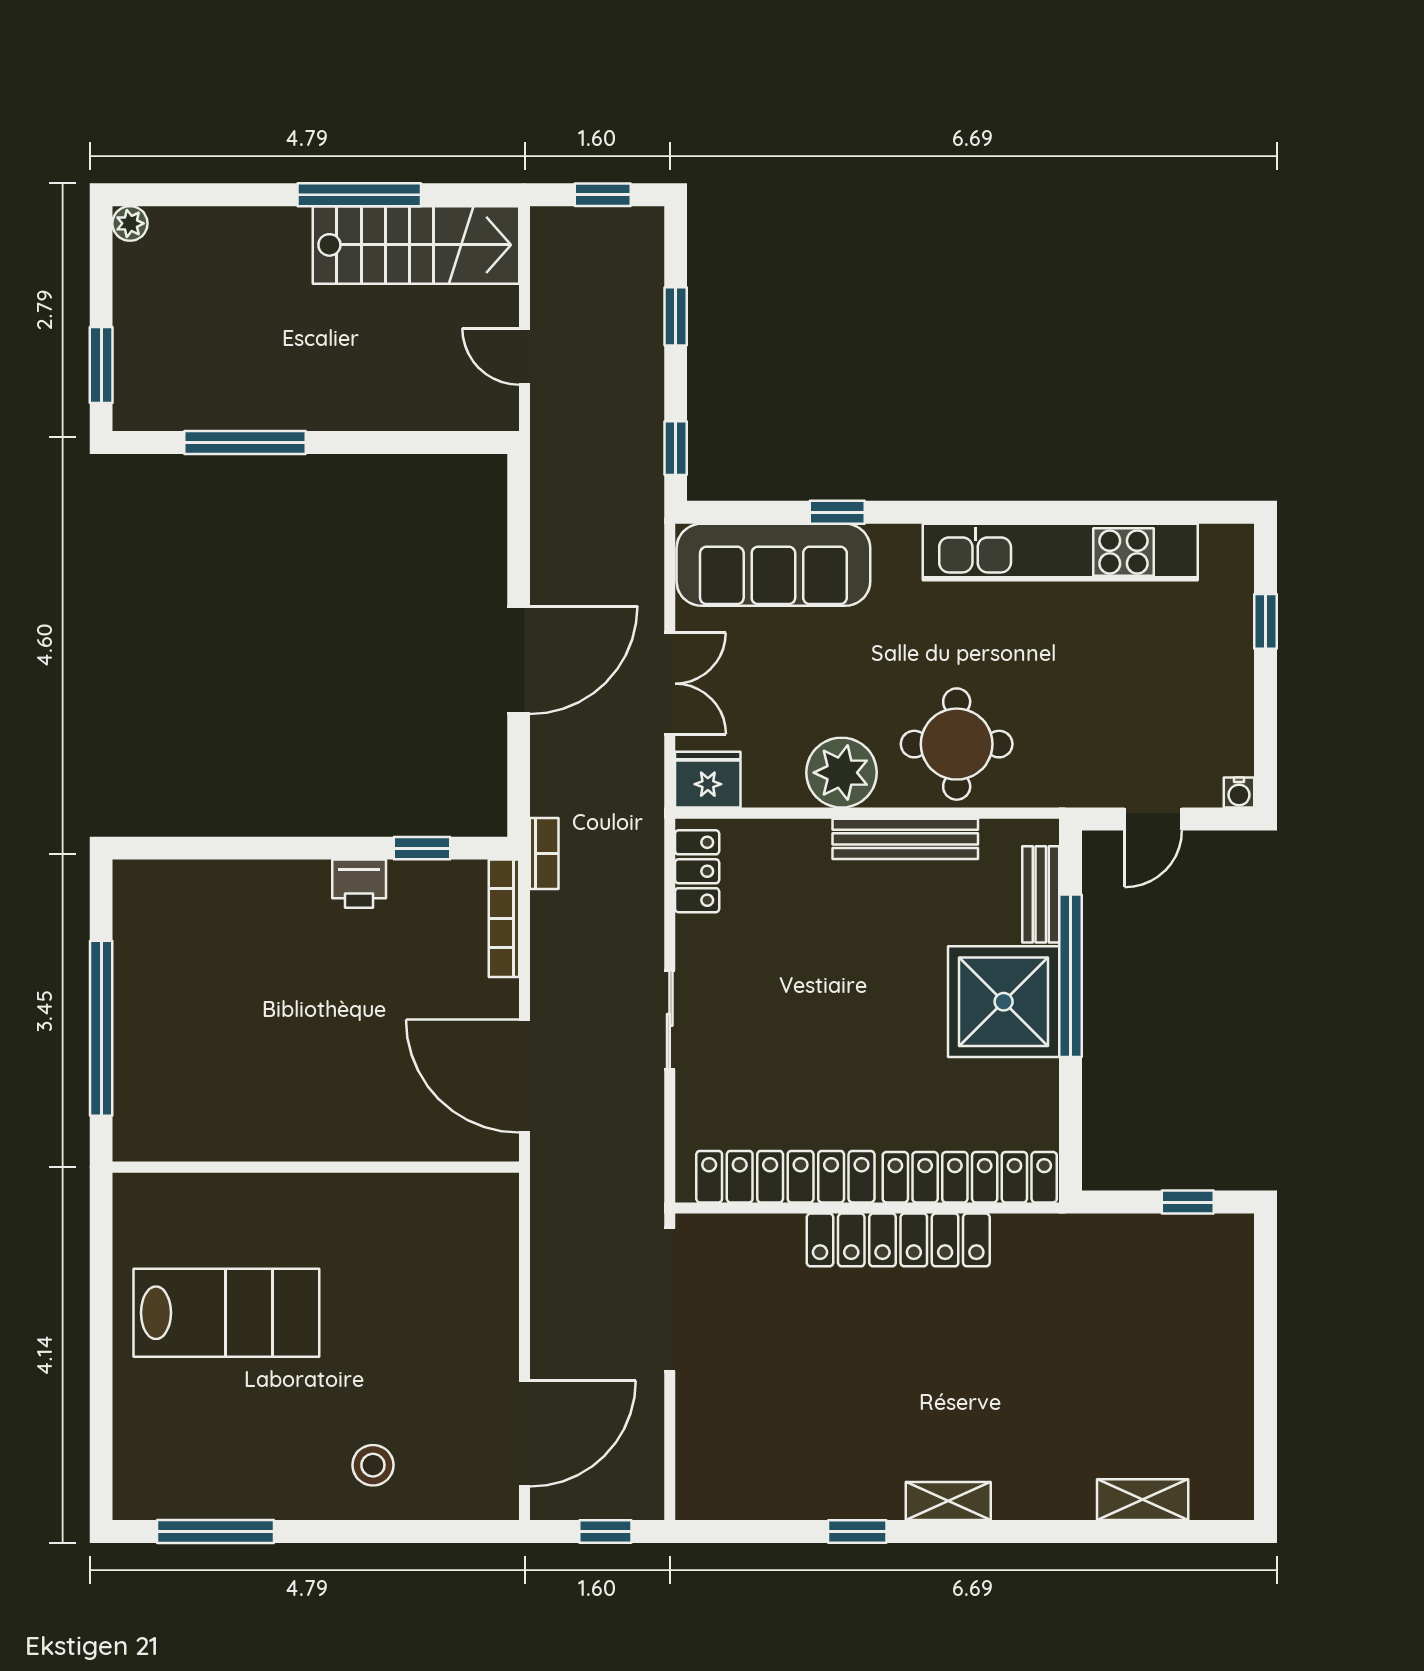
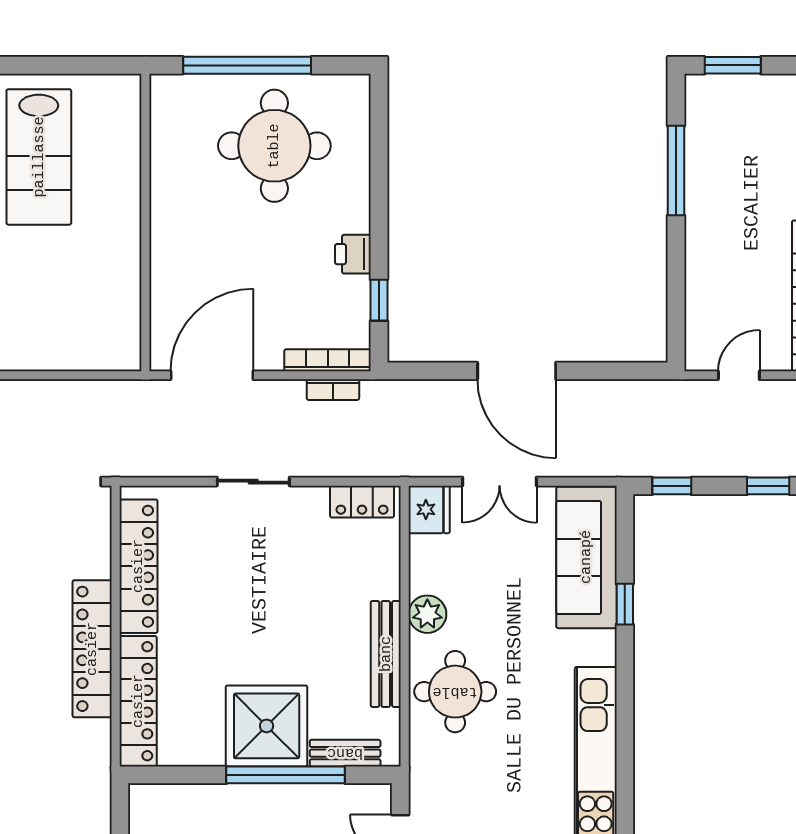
plant: (841, 773) -> (427, 614), width x0.73, depth x0.73
bookcase: (544, 853) -> (333, 390), moved
round table: (211, 991) -> (274, 146), added

